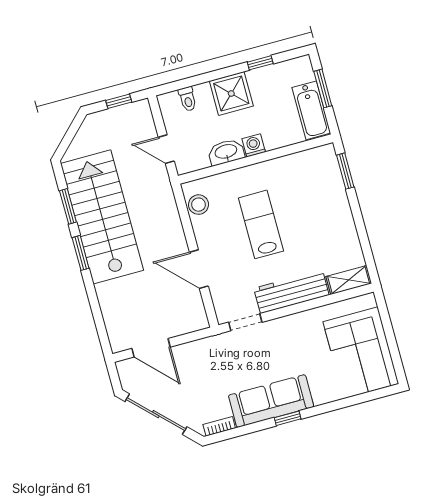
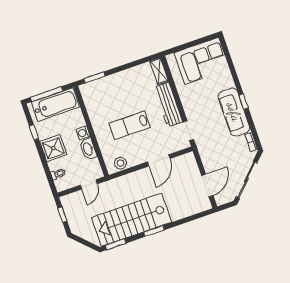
window: (323, 89) -> (47, 94), width x1.44
bathtub: (311, 110) -> (55, 105), width x1.36, depth x1.36
window: (68, 206) -> (116, 244), moved

